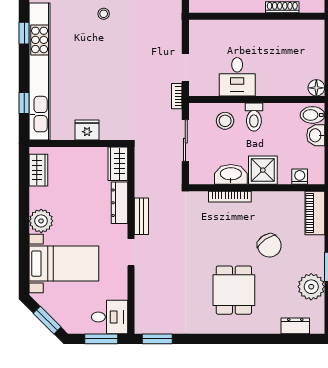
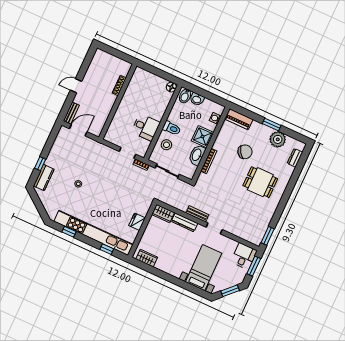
plant: (41, 221) -> (175, 269), removed

